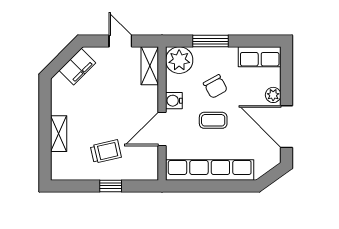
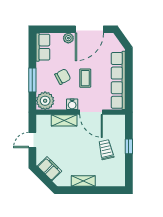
shelving: (150, 66) -> (64, 120), moved
shelving: (59, 134) -> (83, 181), moved

